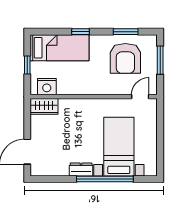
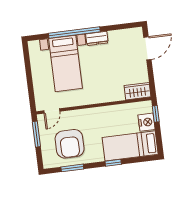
armchair: (125, 58) -> (70, 144), turned 180
window: (160, 60) -> (36, 134), moved
window: (27, 65) -> (156, 114), moved
nightstand: (47, 87) -> (147, 122), moved, turned 90

